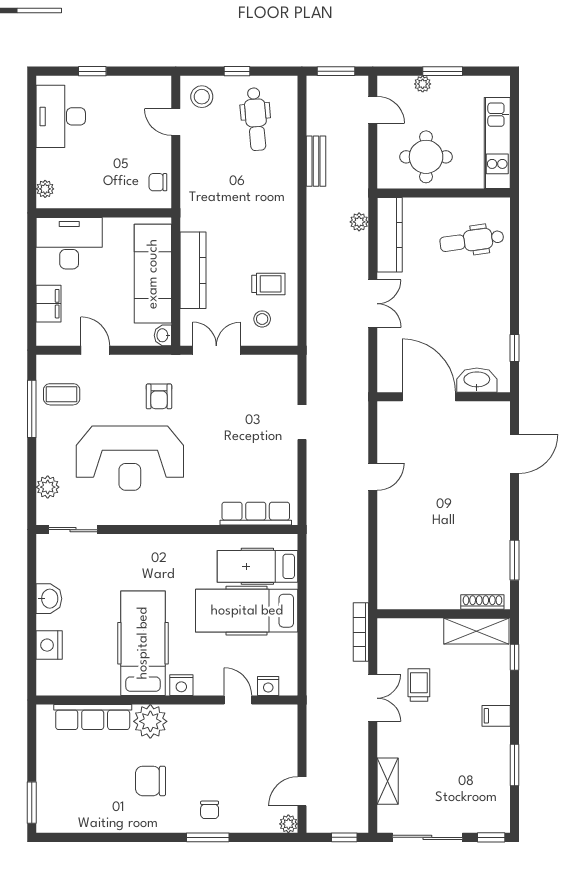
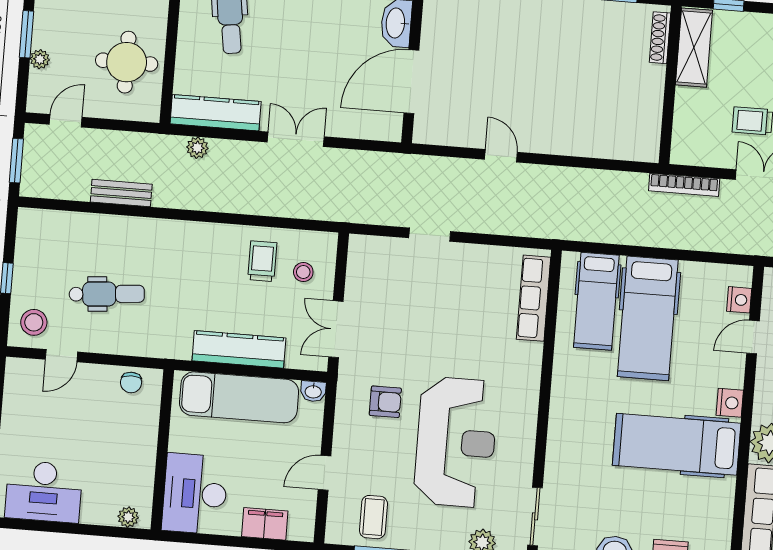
dental chair: (256, 119) -> (107, 294), moved

